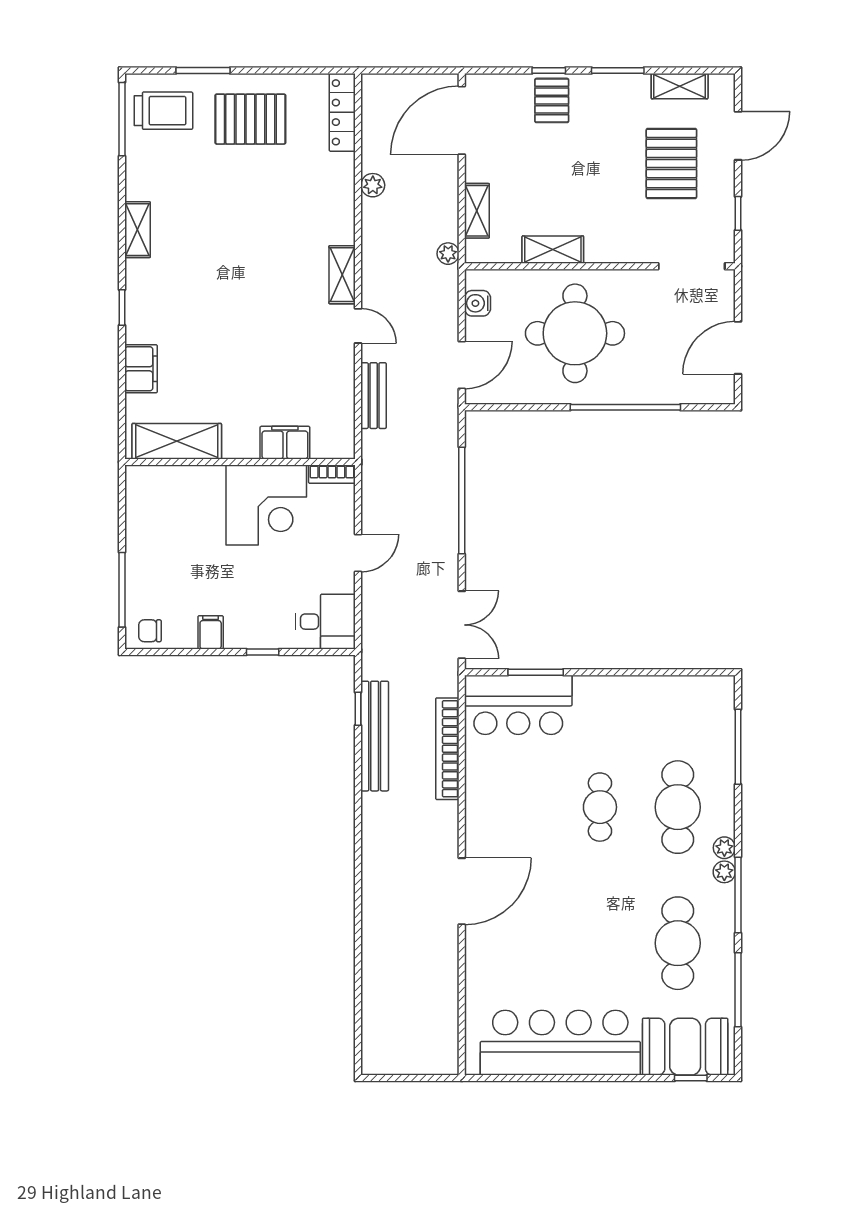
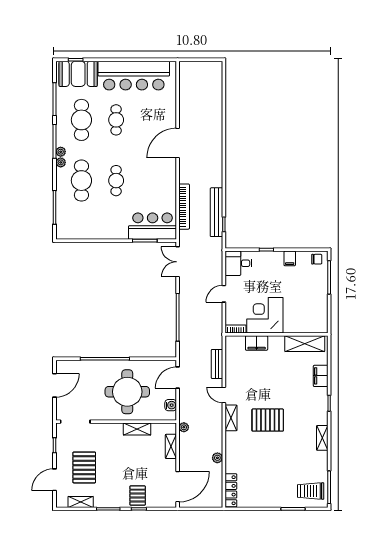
pallet: (250, 119) -> (268, 420), moved
cafe table: (600, 943) -> (116, 120), added

